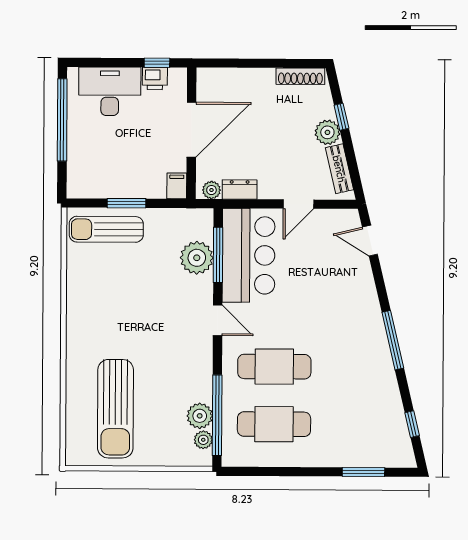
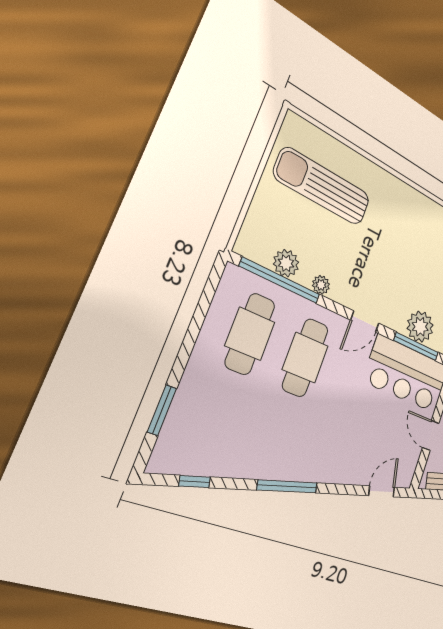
plant: (203, 440) -> (321, 285), moved

